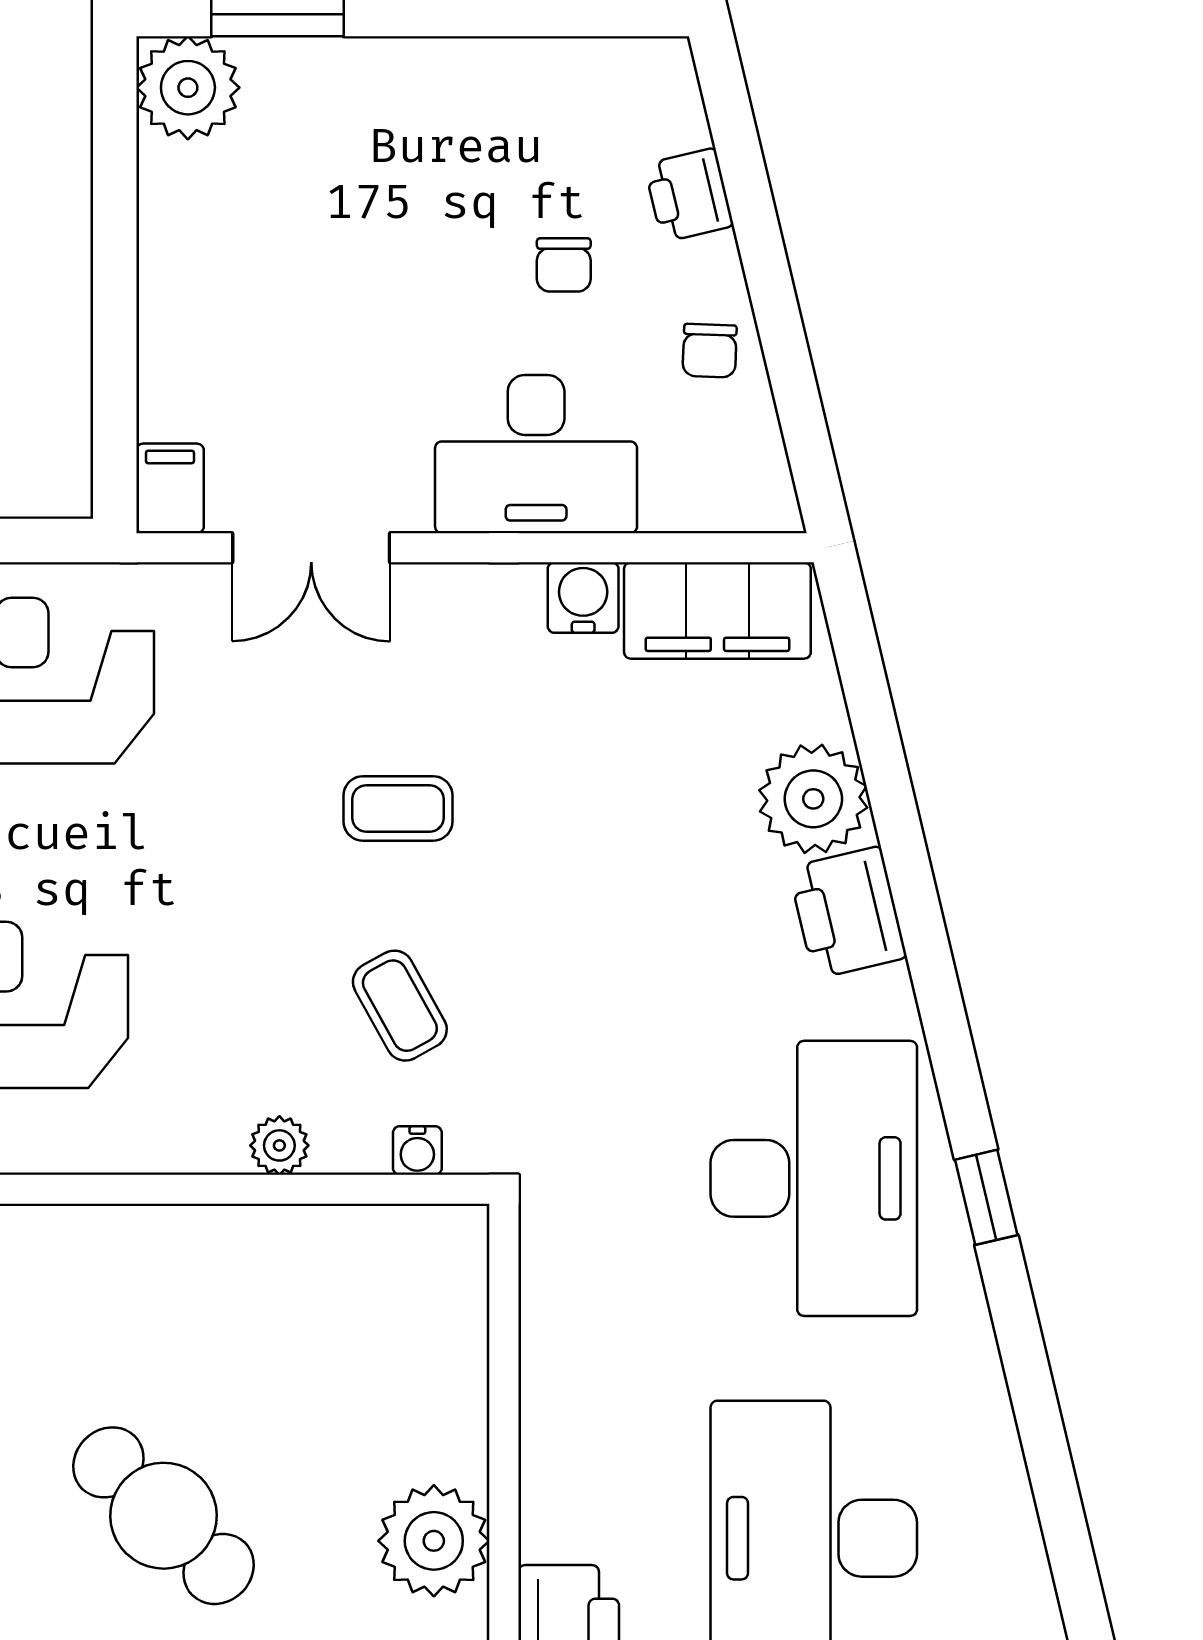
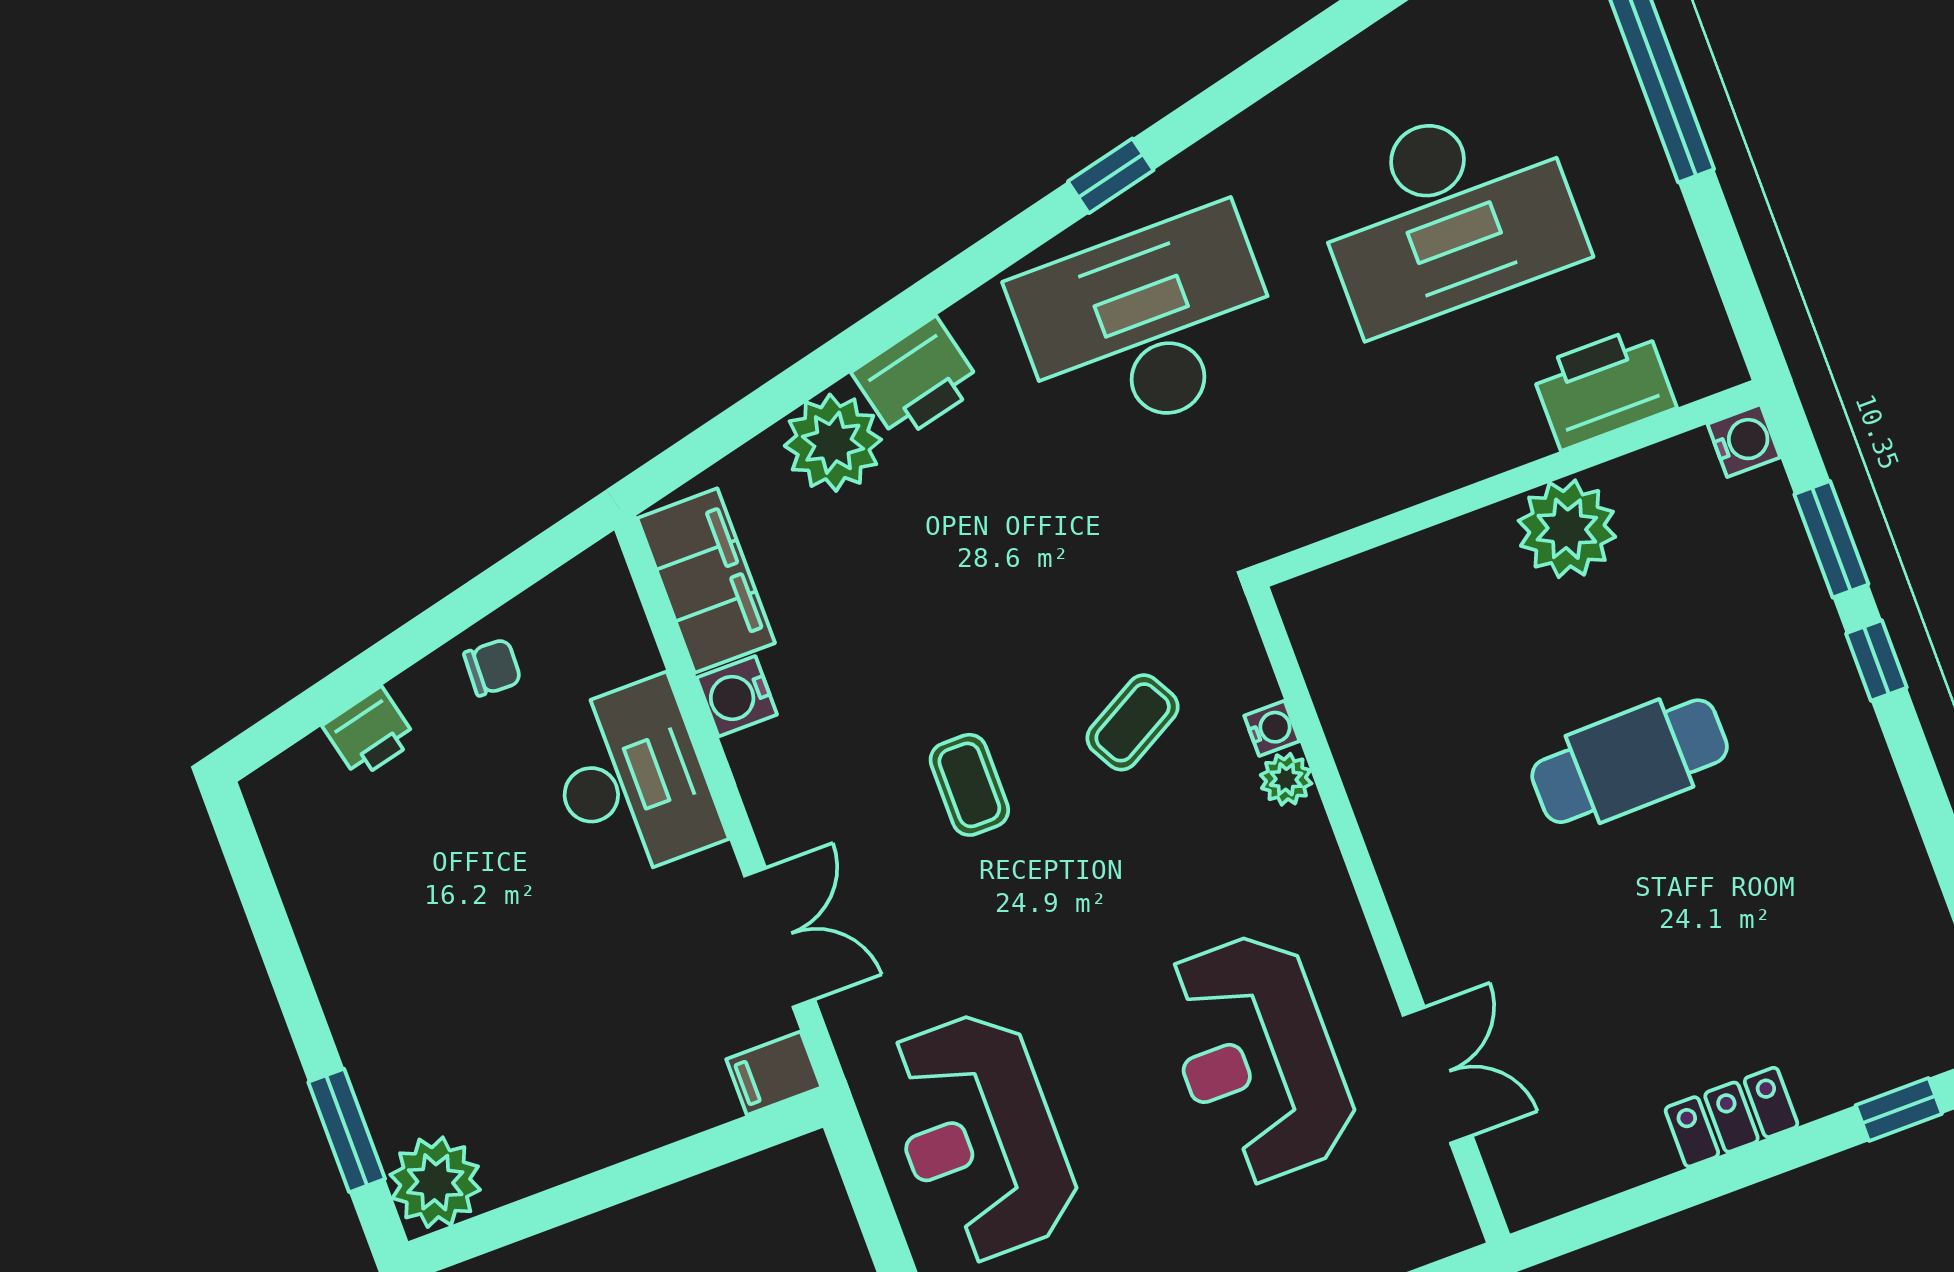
chair: (564, 265) -> (466, 815), removed
water cooler: (417, 1150) -> (1272, 728), moved
cafe table: (163, 1516) -> (1630, 761), turned 45

